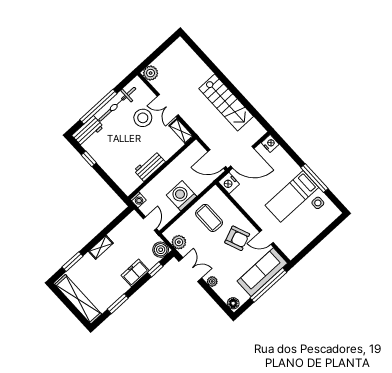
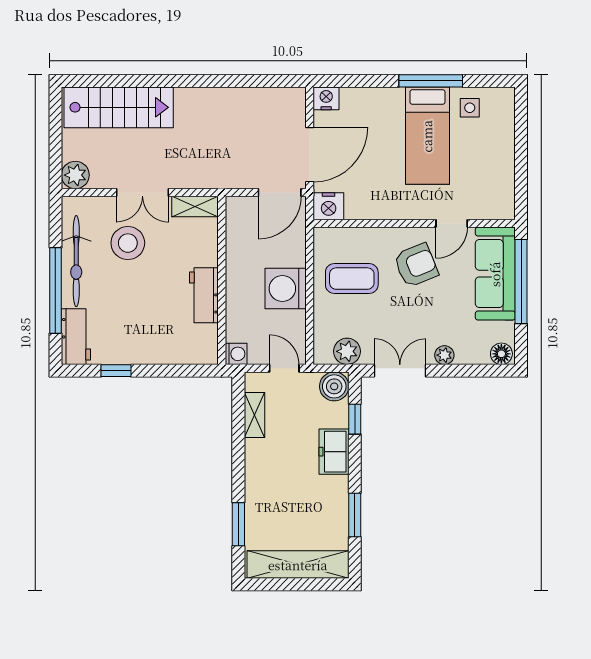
stairs: (226, 102) -> (119, 107), moved
shelving: (101, 247) -> (254, 415), moved

